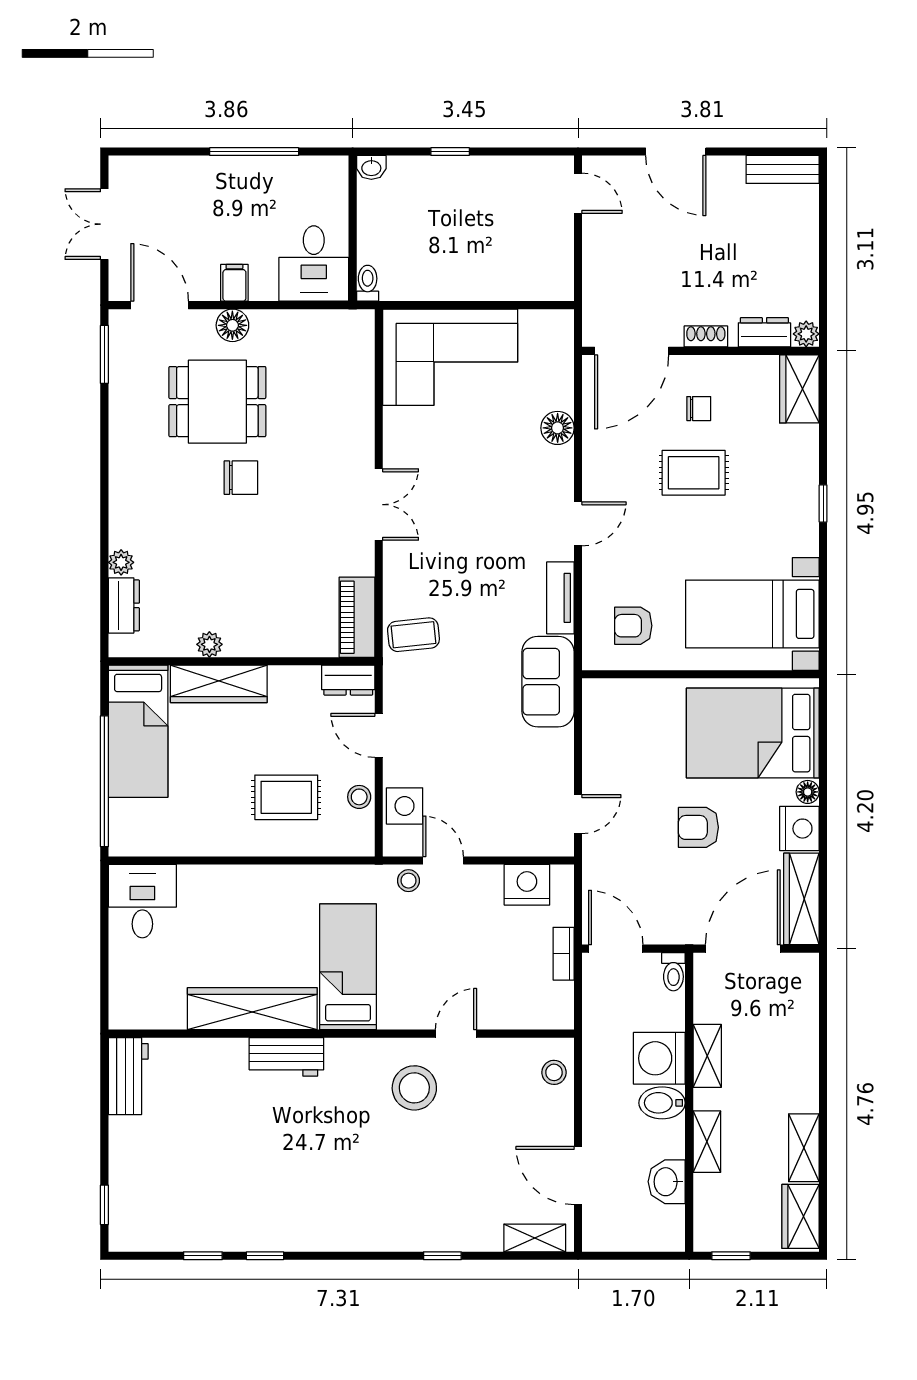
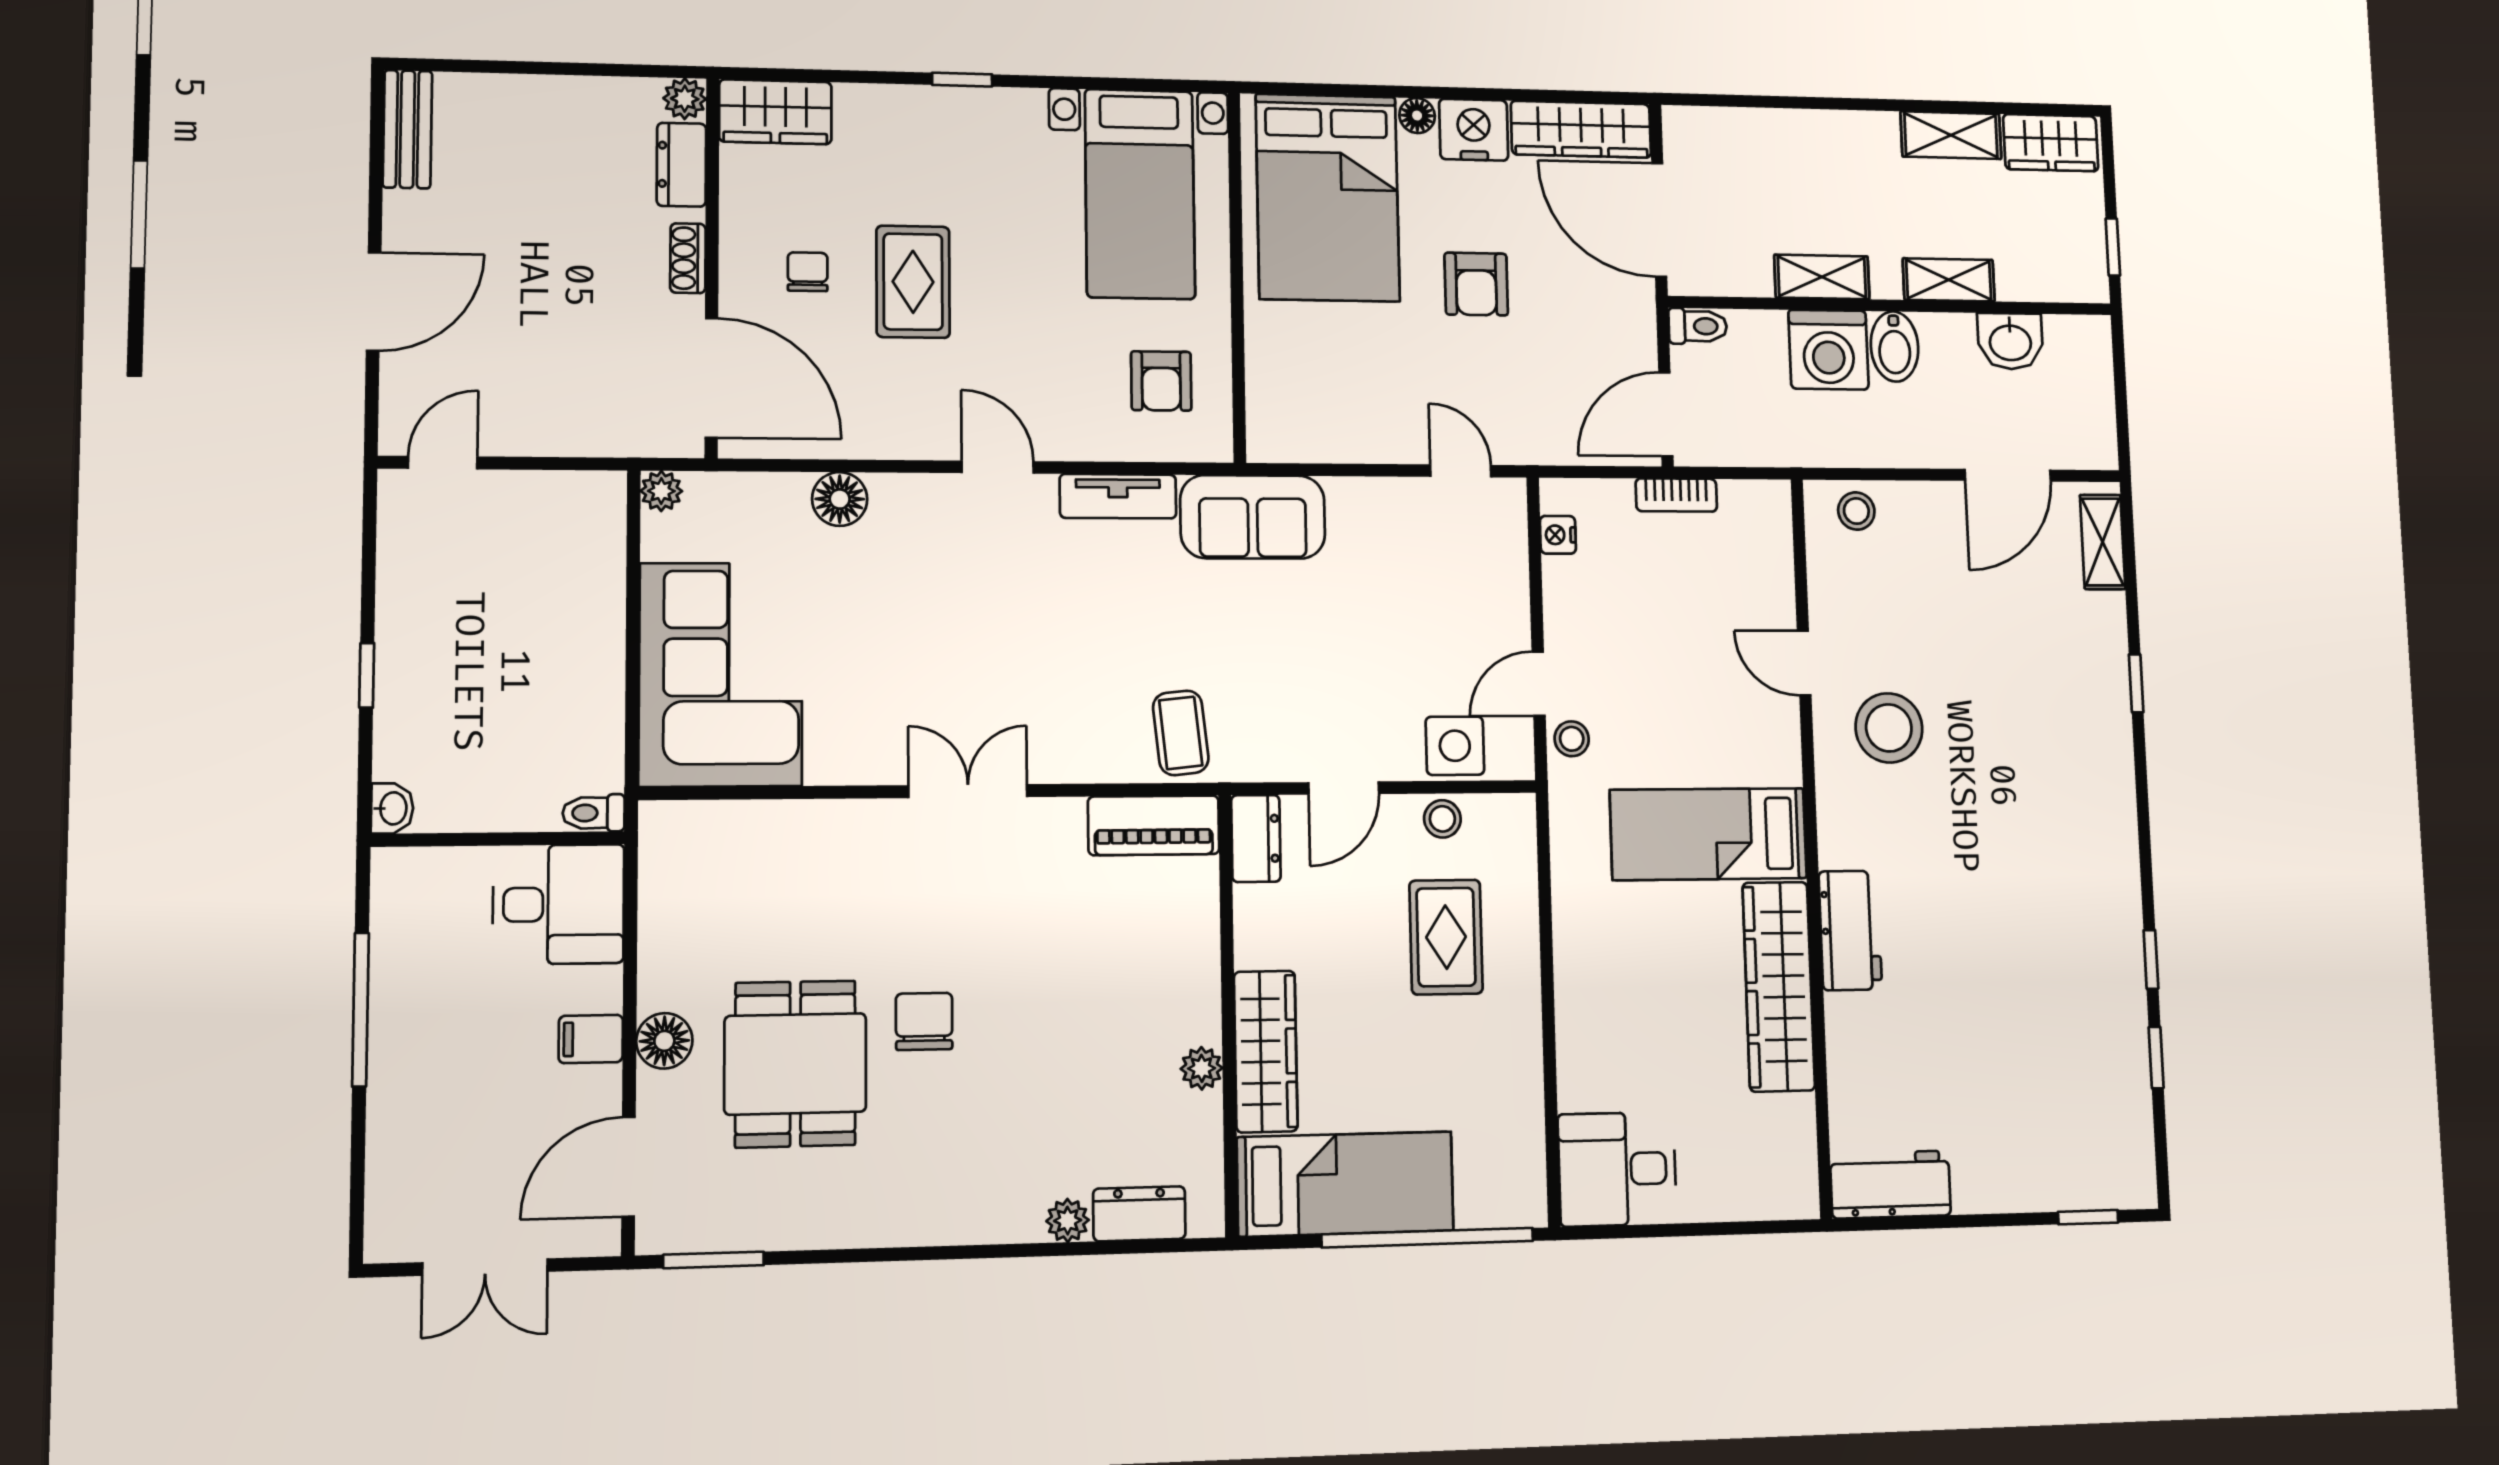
plant: (562, 321) -> (661, 491), added
nightstand: (527, 885) -> (1558, 535), width x0.53, depth x0.56

